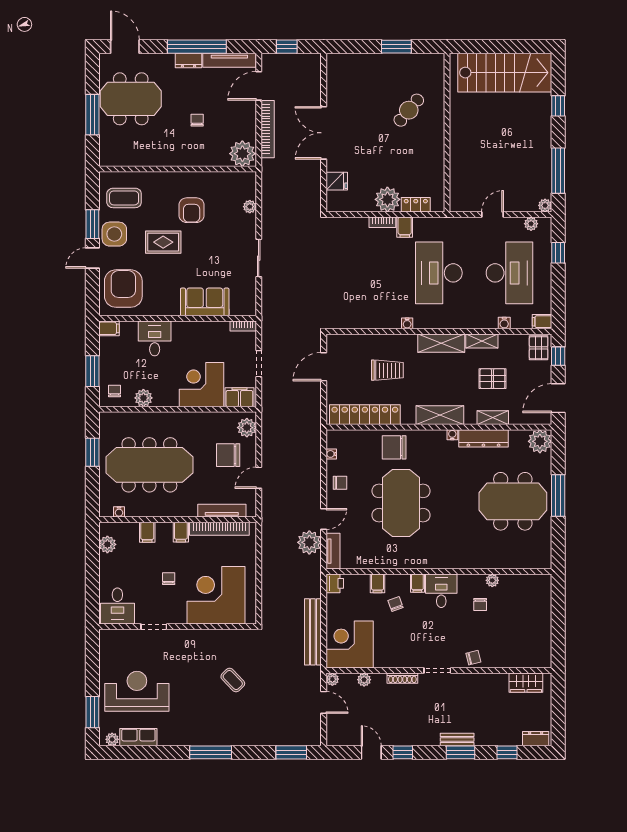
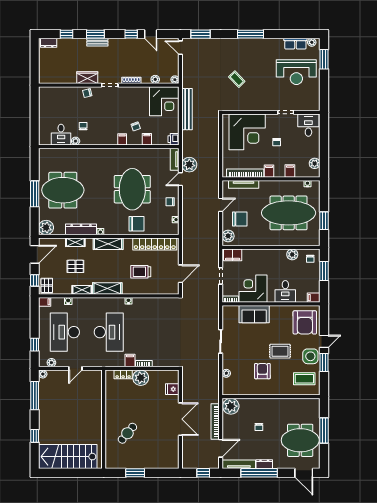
corner desk: (202, 385) -> (253, 289), moved, turned 180
desk: (441, 591) -> (61, 135), moved
wardrobe: (526, 683) -> (87, 78), moved
door: (324, 702) -> (180, 48), moved

